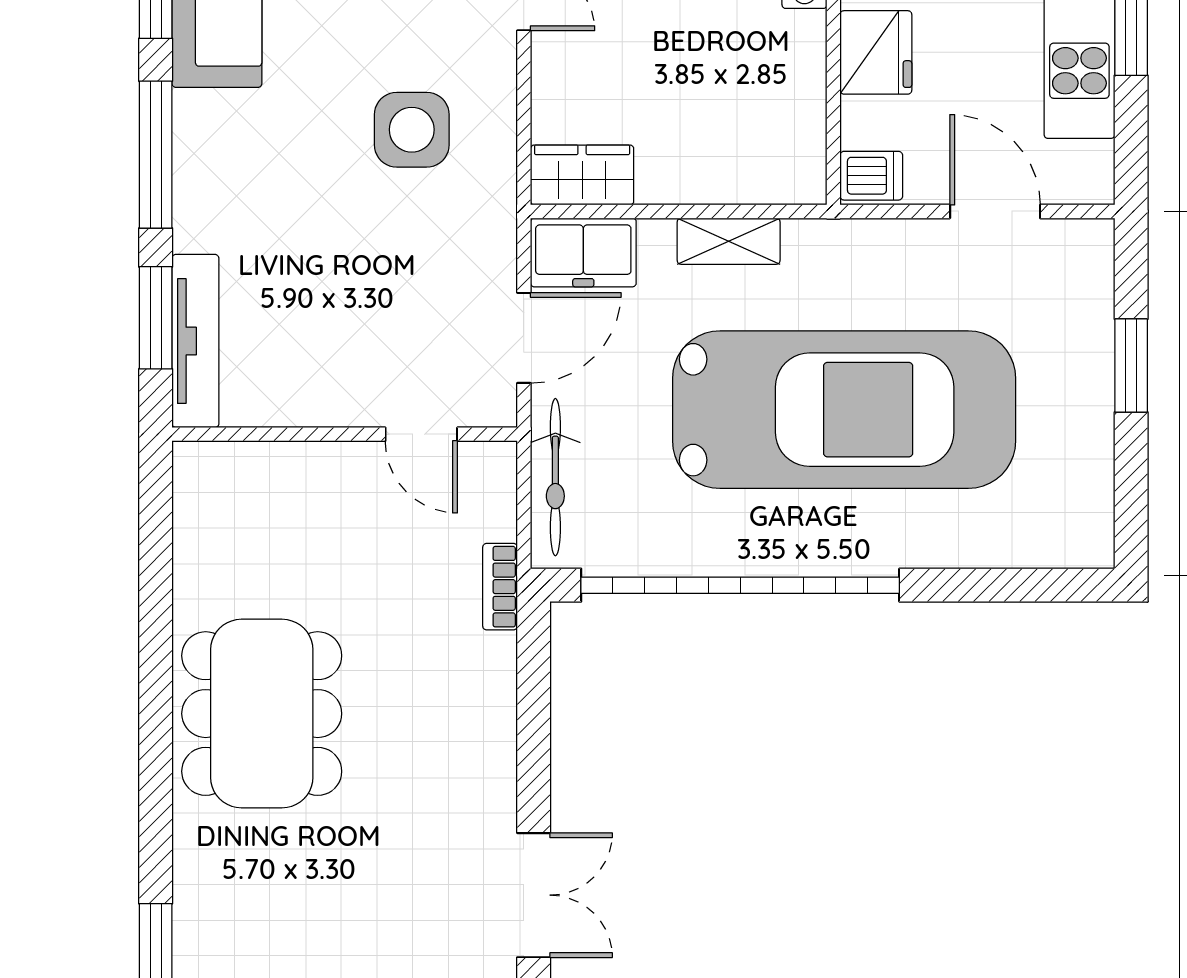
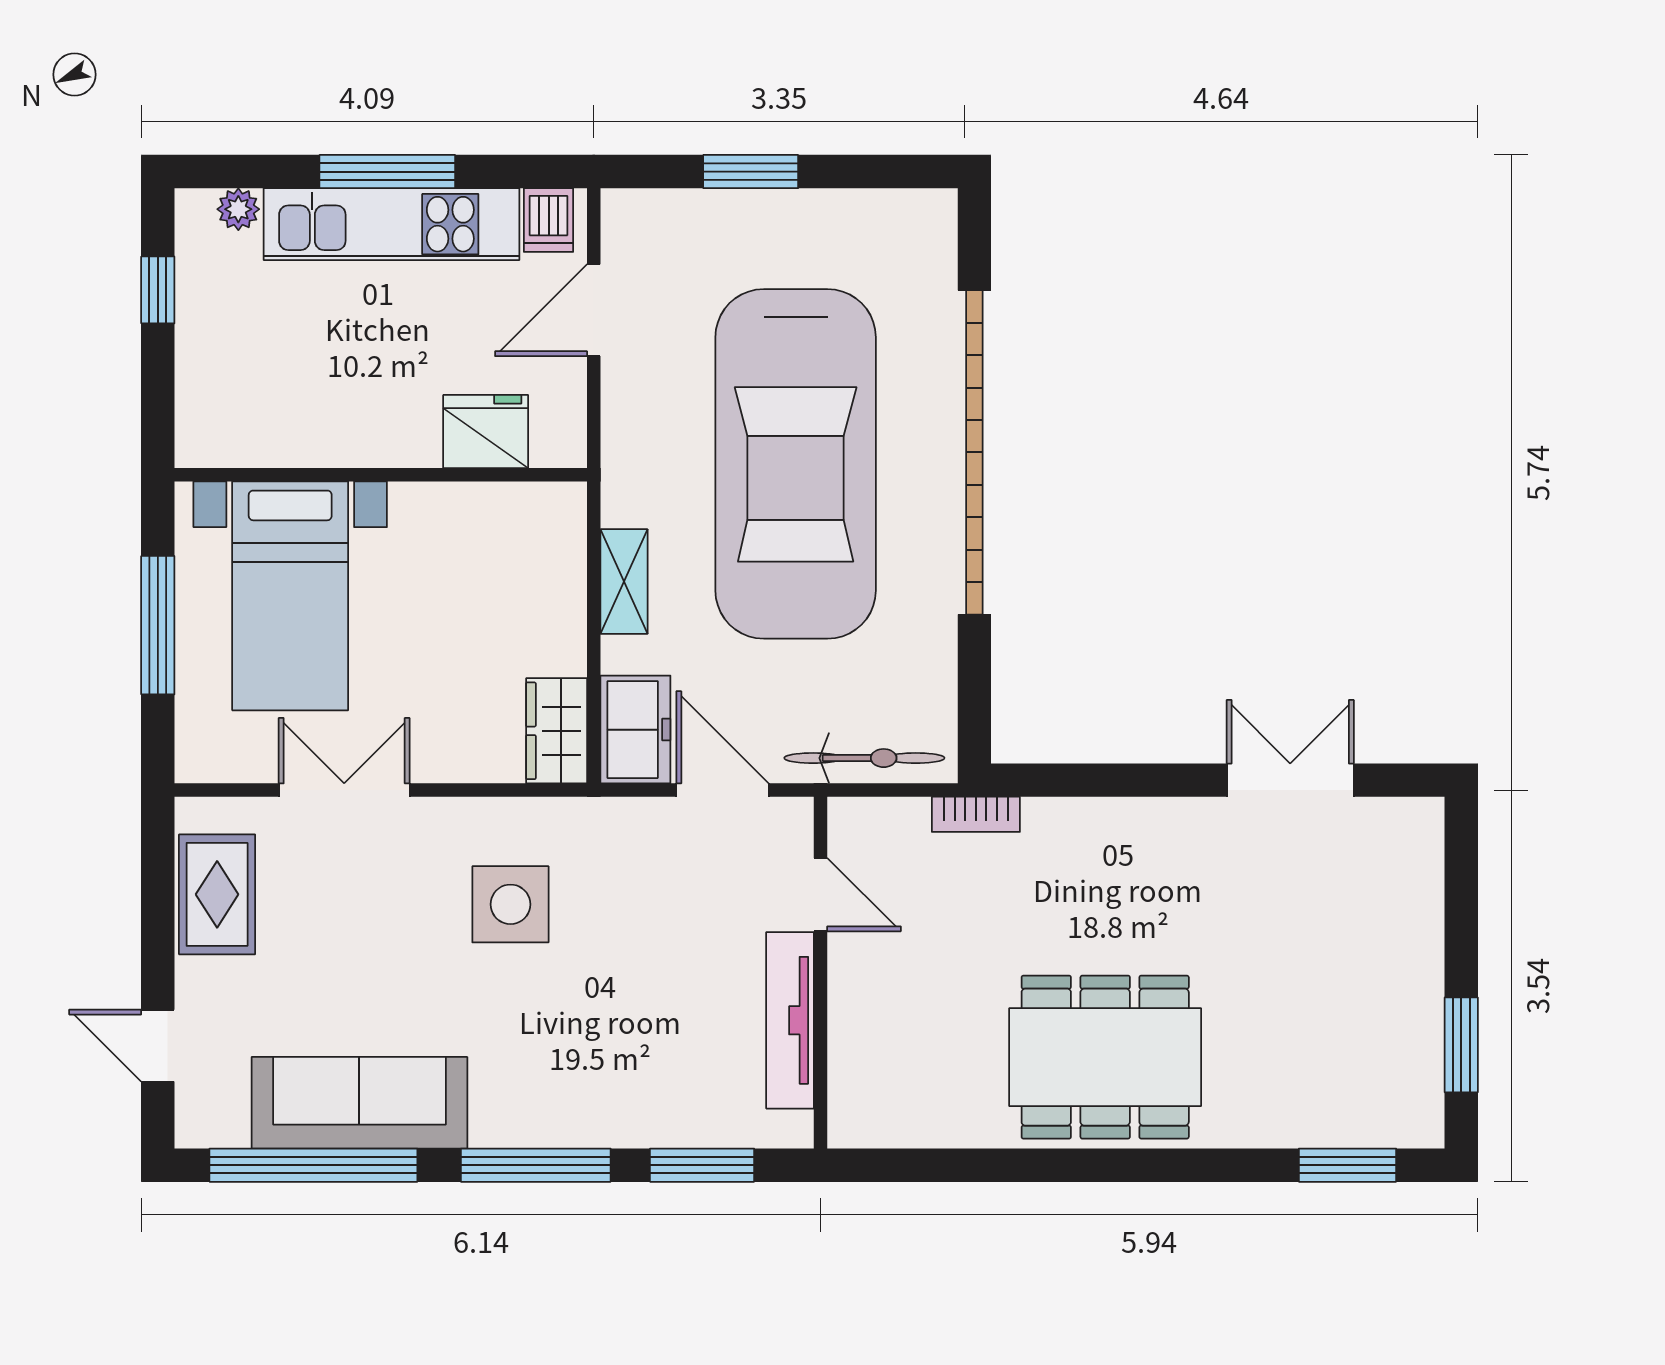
fridge: (876, 52) -> (486, 432), moved
dishwasher: (871, 176) -> (549, 220), moved, turned 180
tv unit: (195, 341) -> (790, 1020), moved, turned -90
car: (844, 410) -> (796, 464), turned 180
door: (421, 434) -> (821, 895), hinge flipped
garage door: (740, 585) -> (974, 452), moved

